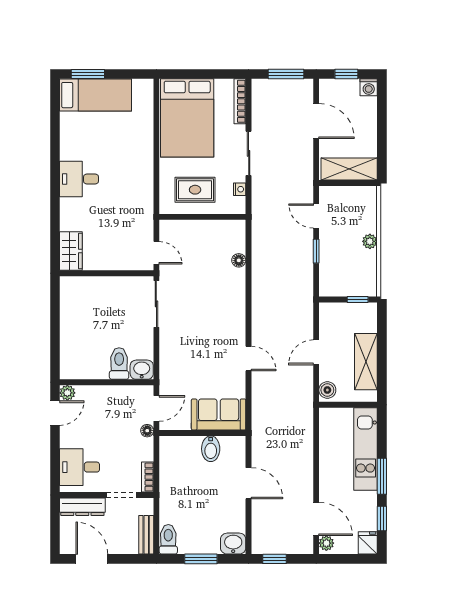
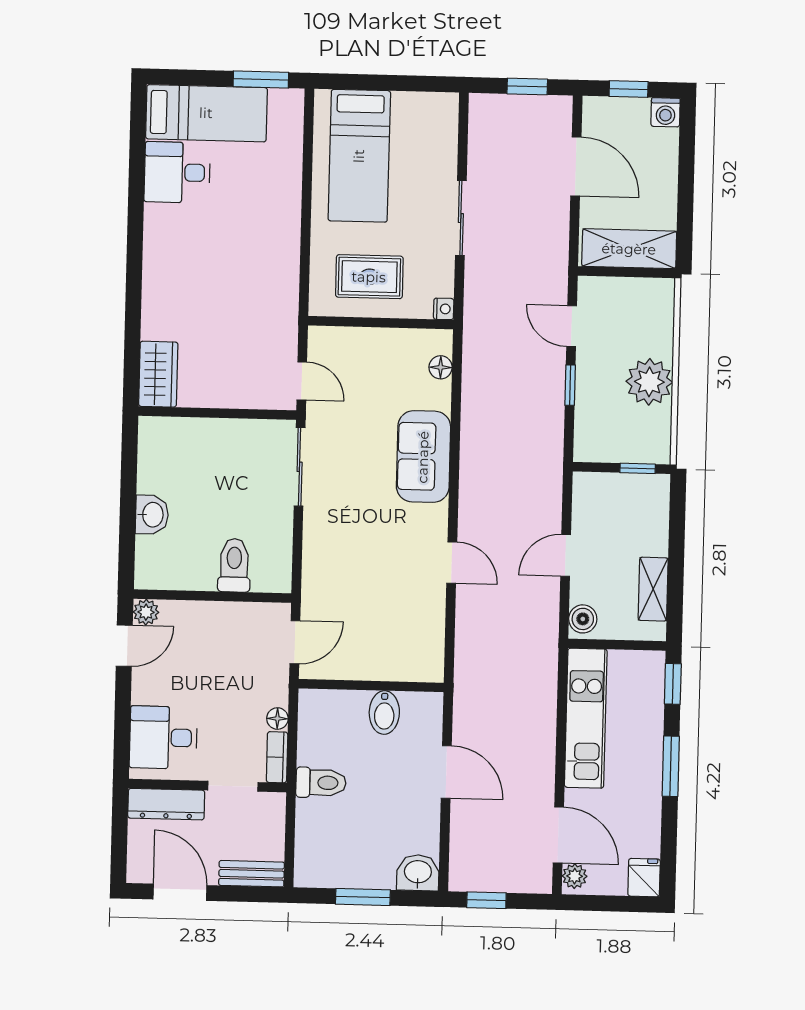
window: (88, 74) -> (261, 79), moved
window: (286, 74) -> (527, 86), width x0.67
bookcase: (240, 101) -> (449, 130), removed
bed: (187, 118) -> (359, 156), width x0.67
desk: (79, 179) -> (177, 172), moved
nightstand: (240, 189) -> (444, 309), moved
plant: (370, 241) -> (649, 382), width x1.87, depth x1.87
floor lamp: (239, 260) -> (441, 367), moved
shelving: (366, 362) -> (653, 589), width x0.67, depth x0.75
washbasin: (142, 370) -> (152, 515), moved, turned 90
sofa: (219, 414) -> (423, 457), moved, turned -90
floor lamp: (147, 431) -> (277, 719), moved
kitchen unit: (366, 449) -> (586, 718), moved, turned 180
window: (382, 519) -> (673, 684), moved
bench: (146, 535) -> (252, 874), moved, turned 90
toilet: (168, 539) -> (321, 783), moved, turned 90

